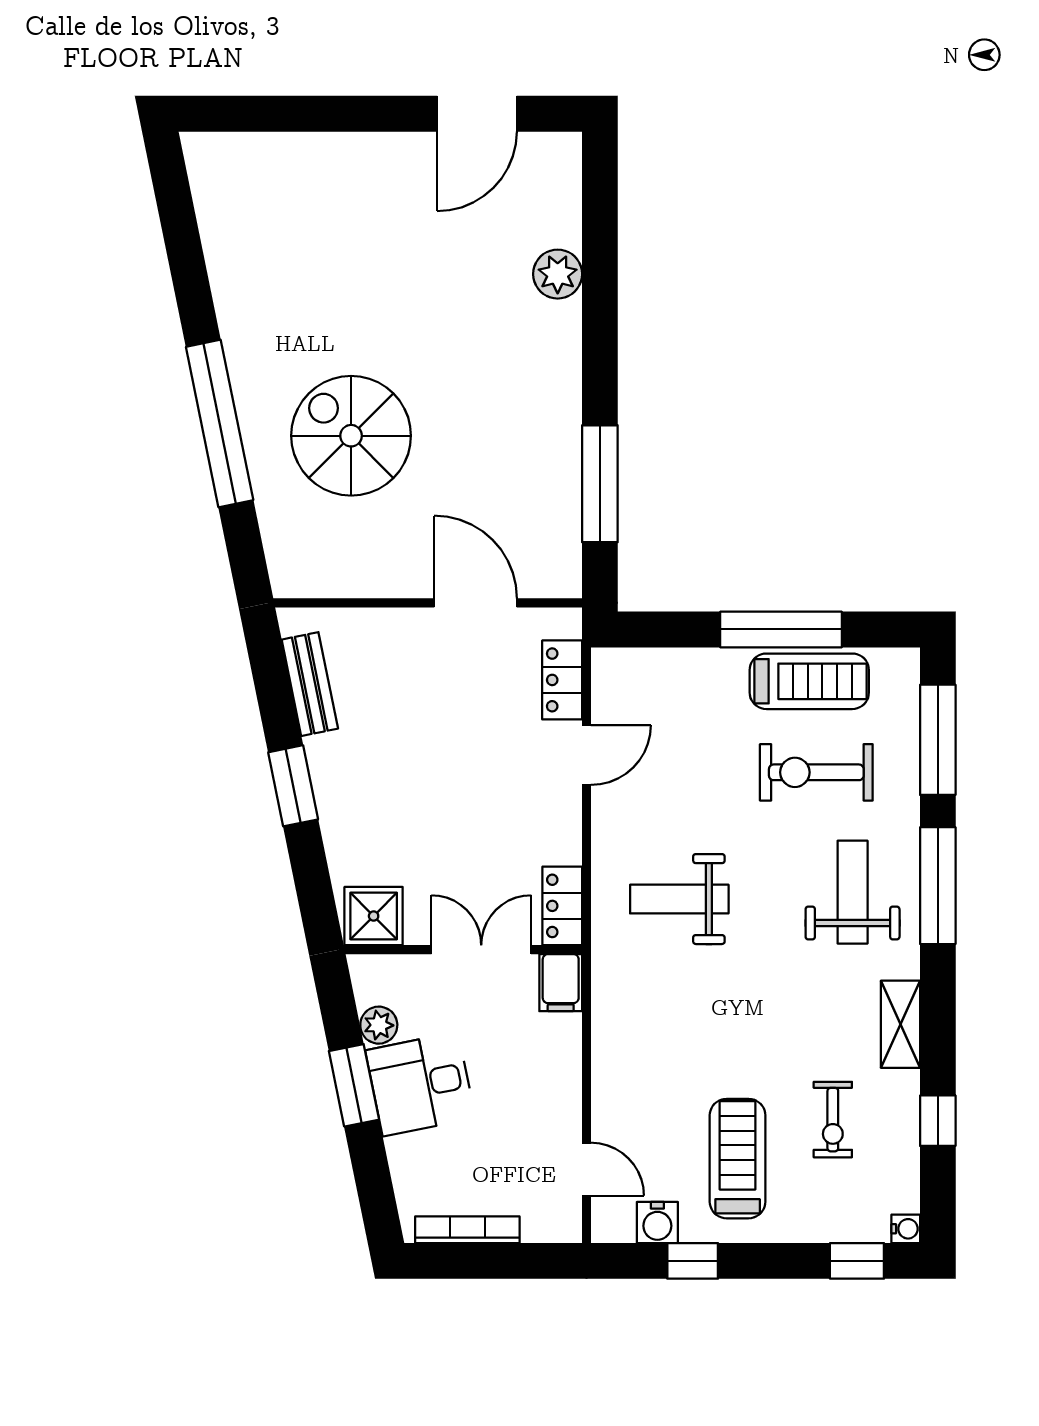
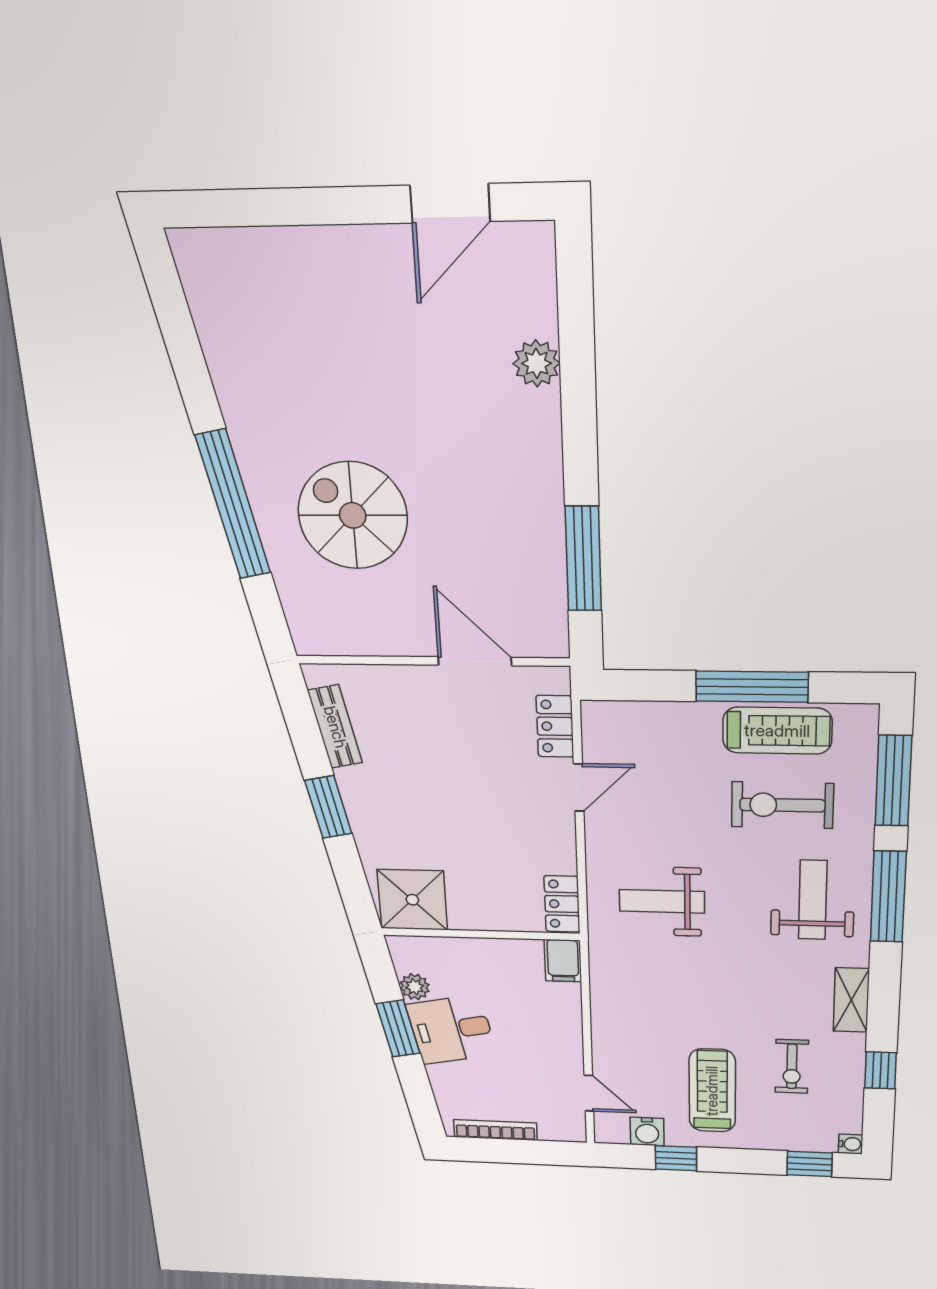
shower: (374, 916) -> (412, 900), width x1.36, depth x1.36
double door: (481, 950) -> (495, 935), removed

